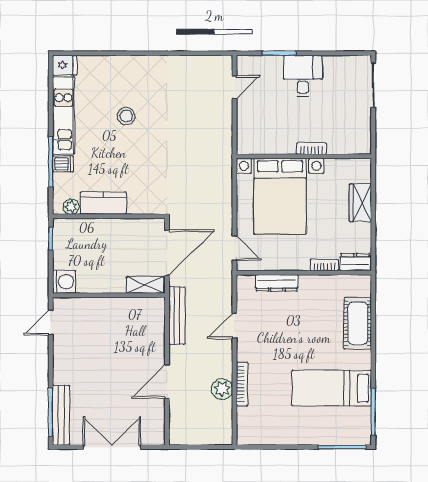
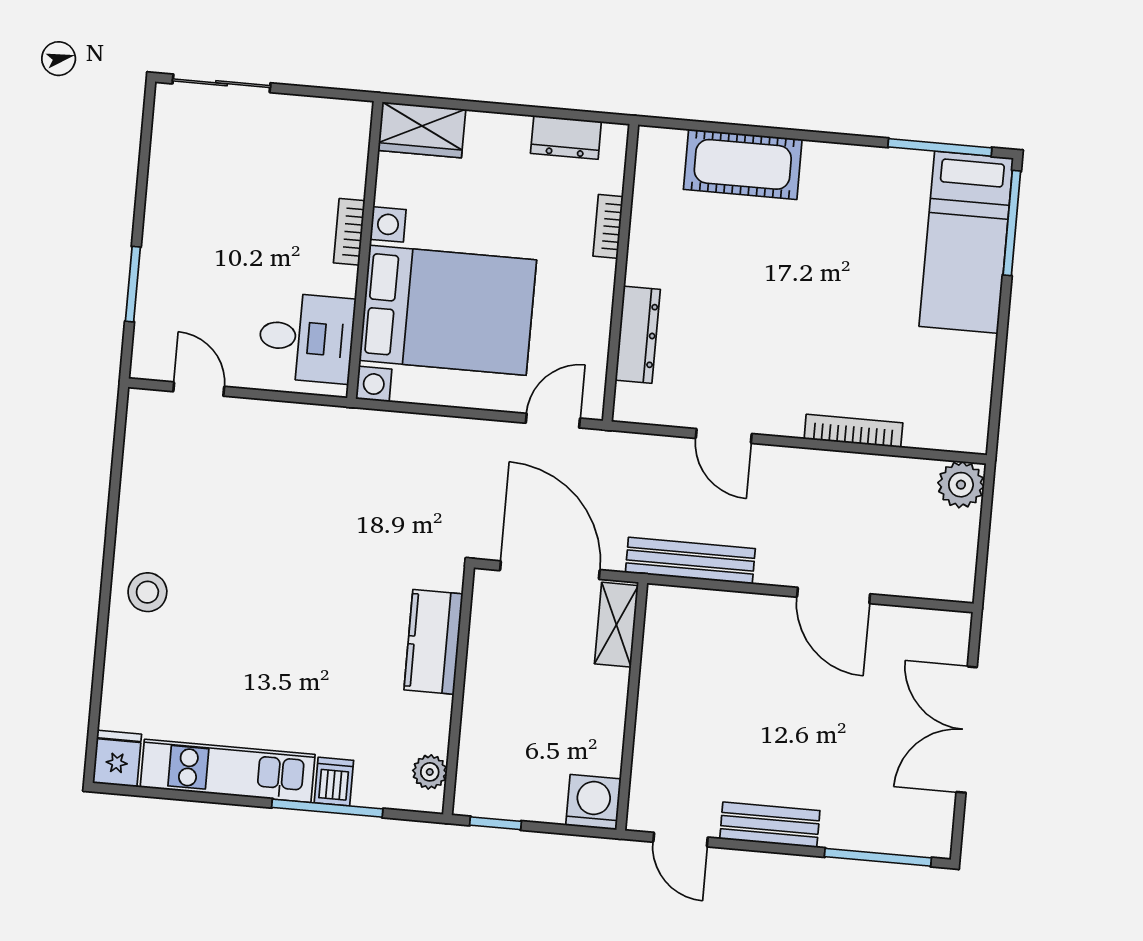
desk: (303, 76) -> (306, 338), moved, turned 180
stool: (126, 116) -> (147, 592), moved
kitchen counter: (103, 203) -> (433, 642), moved
wardrobe: (360, 203) -> (422, 130), moved
dresser: (355, 262) -> (566, 137), moved, turned -90
bed: (332, 388) -> (966, 242), moved
plant: (222, 389) -> (961, 485), moved
bench: (61, 415) -> (770, 825), moved, width x0.73

